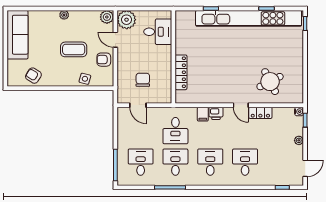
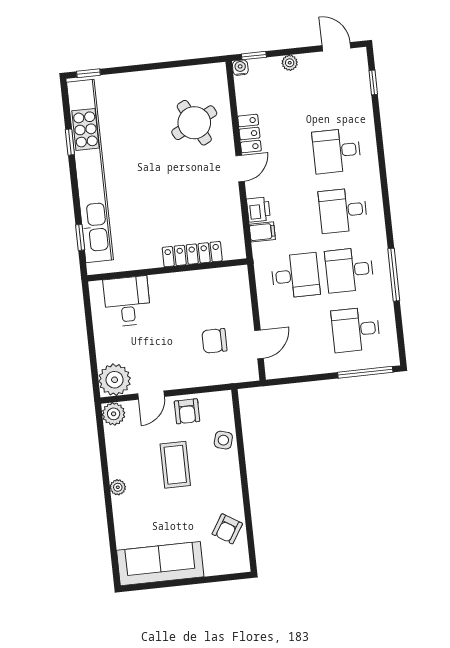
desk: (158, 32) -> (127, 301), moved
wall: (173, 57) -> (167, 270), moved
locker: (181, 72) -> (192, 254), moved

